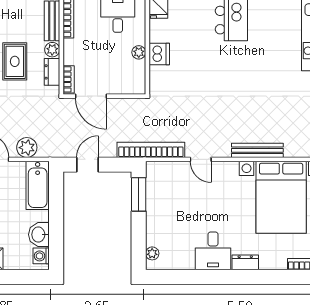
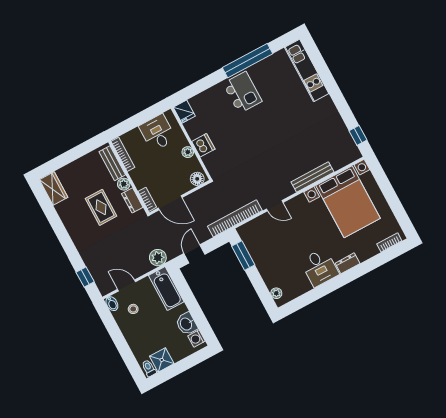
floor lamp: (134, 86) -> (197, 179), added
plant: (27, 148) -> (158, 258), moved

